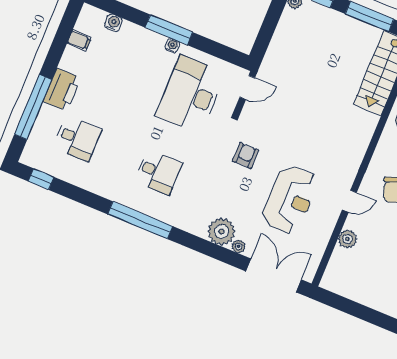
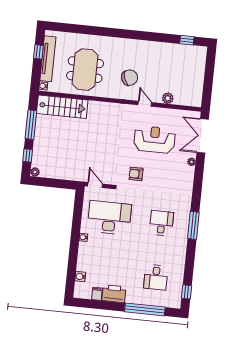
window: (169, 30) -> (75, 242), removed
printer: (62, 90) -> (114, 294), moved
desk: (191, 94) -> (109, 218), turned 180
desk: (78, 139) -> (156, 277), turned 180
window: (140, 220) -> (193, 225), width x0.68
plant: (221, 231) -> (186, 175), removed

